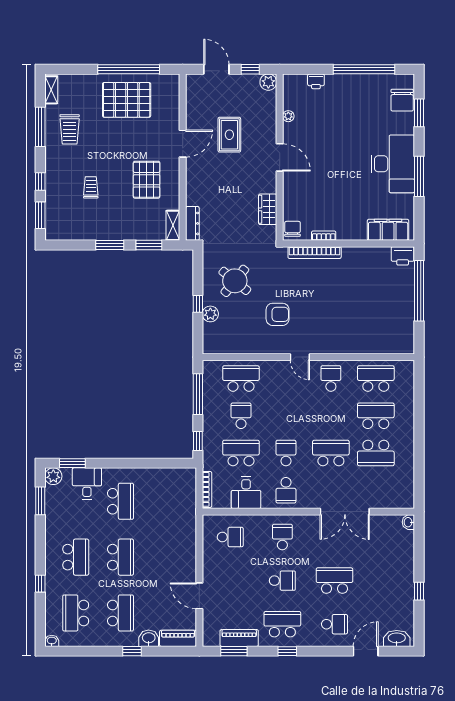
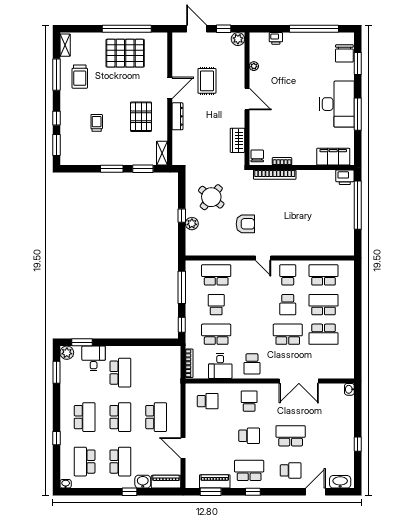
dresser: (192, 223) -> (177, 116), moved
school desk: (286, 453) -> (288, 305), moved, turned 180
school desk: (165, 557) -> (156, 417), added

